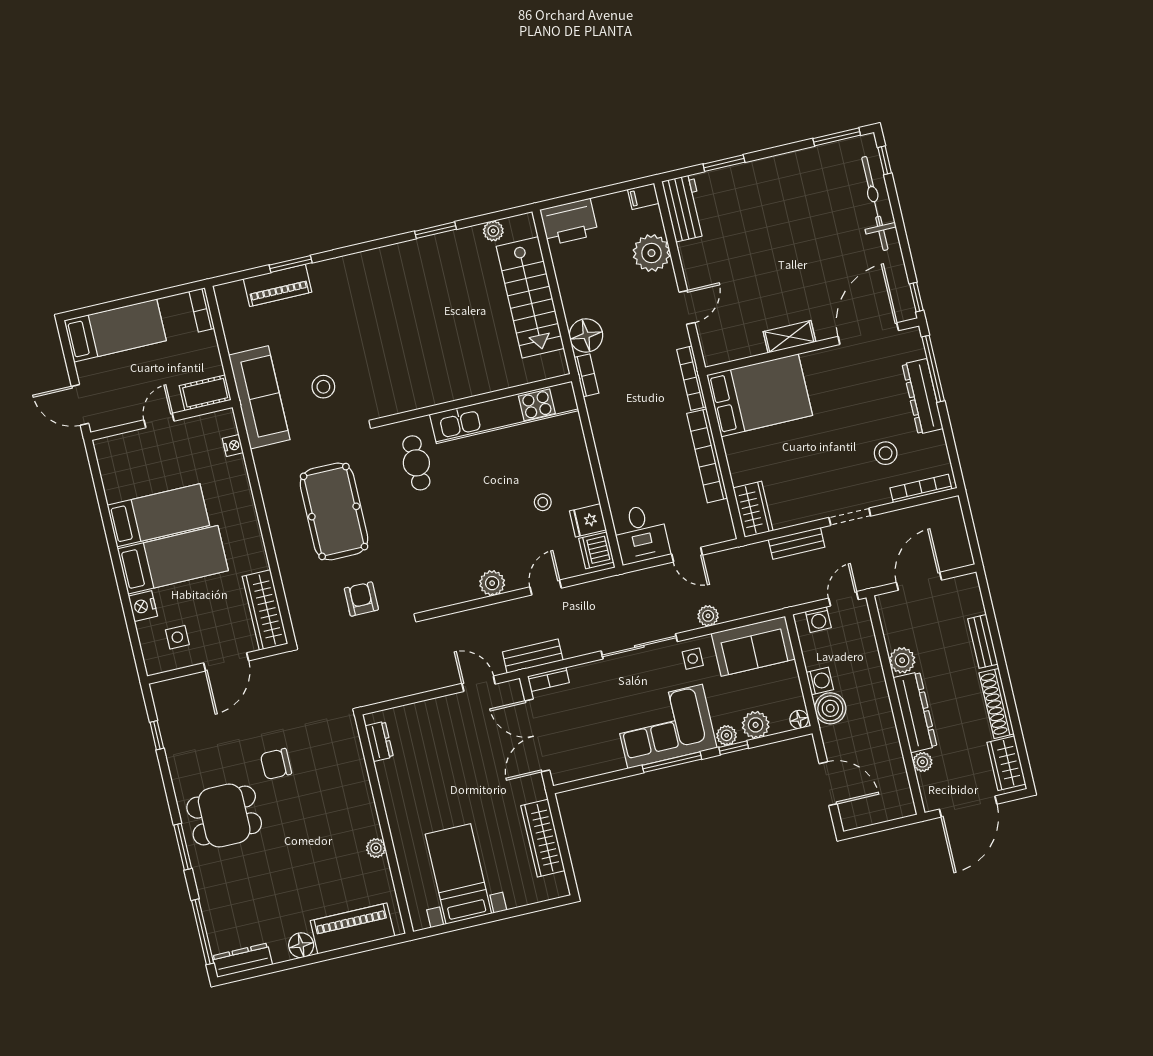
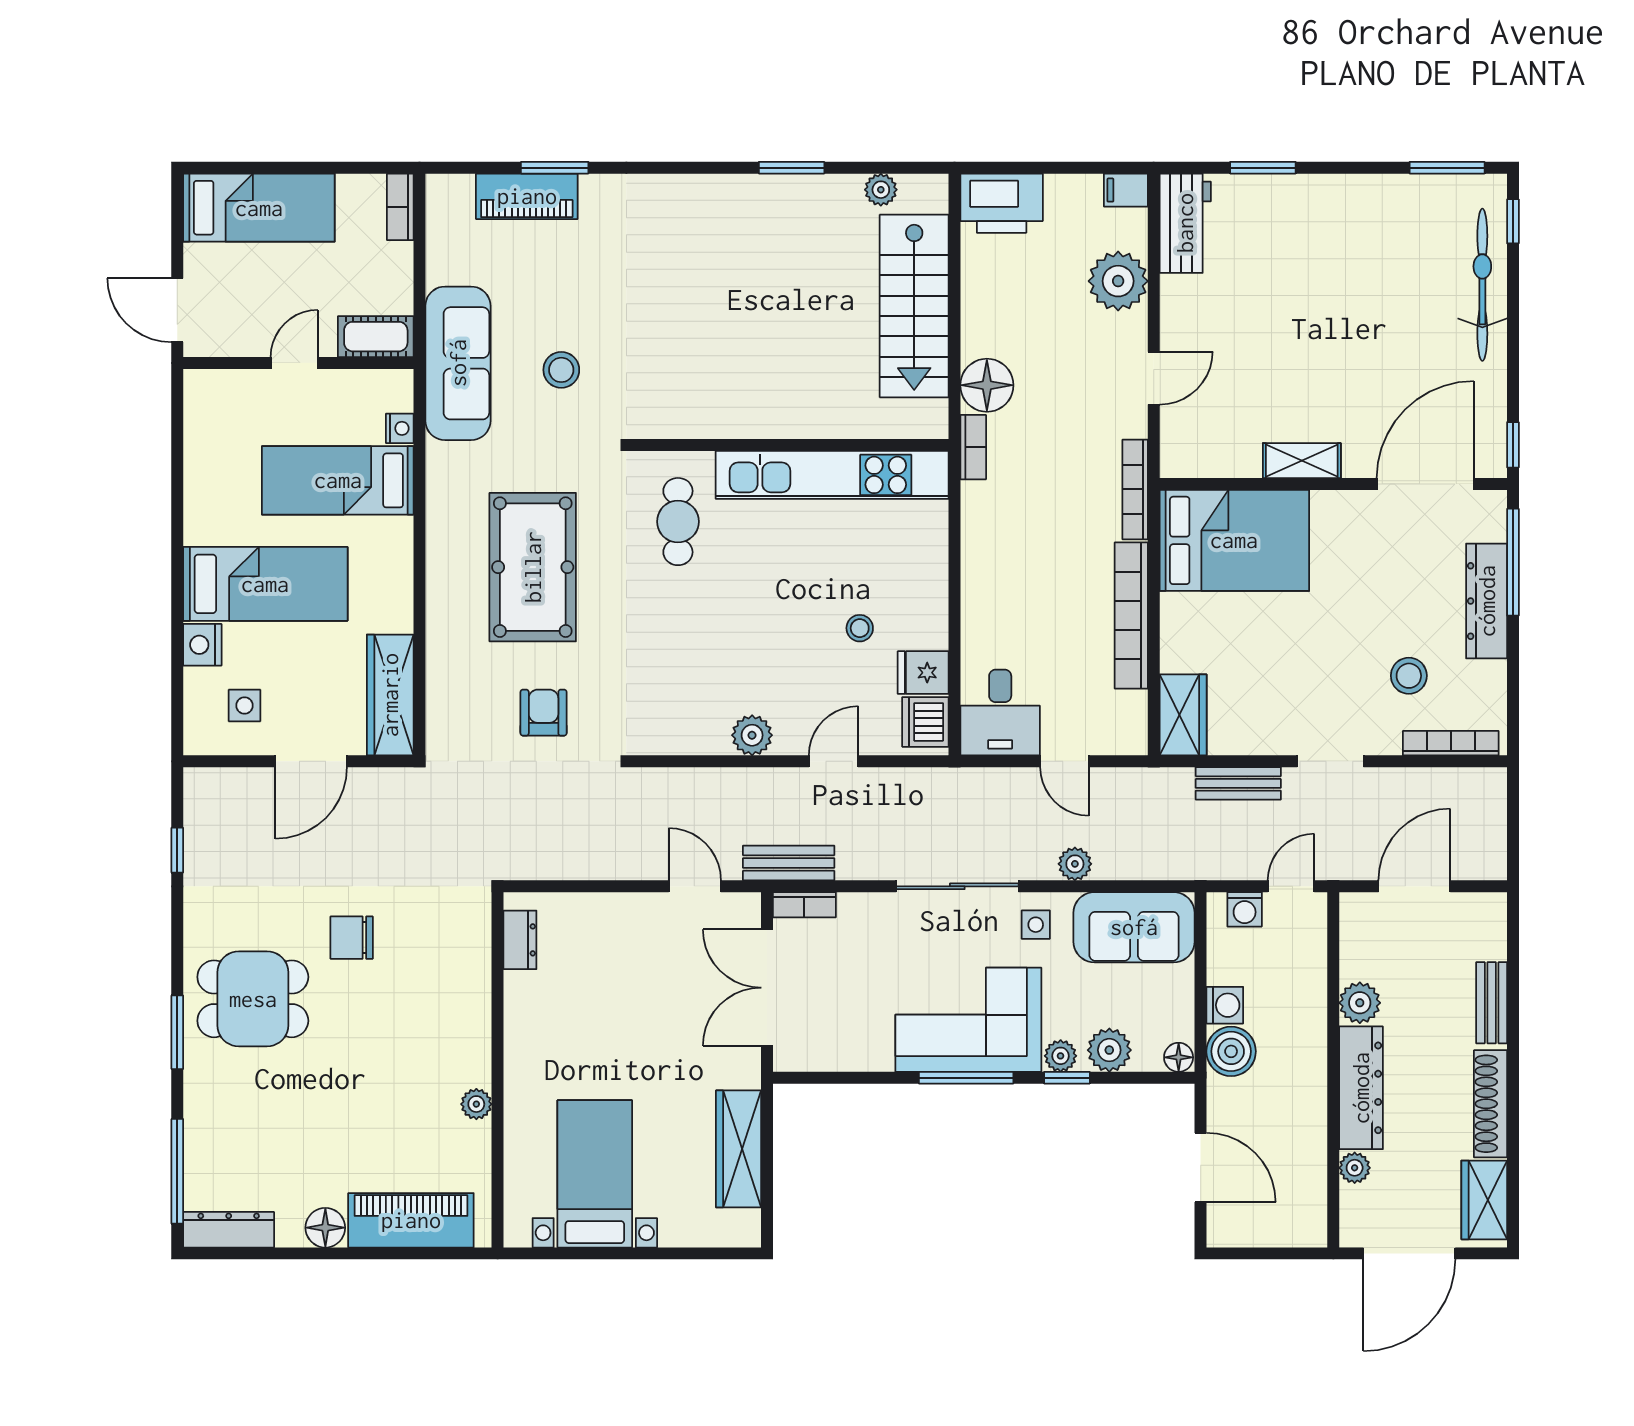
bed: (158, 515) -> (338, 480), moved, turned 180

